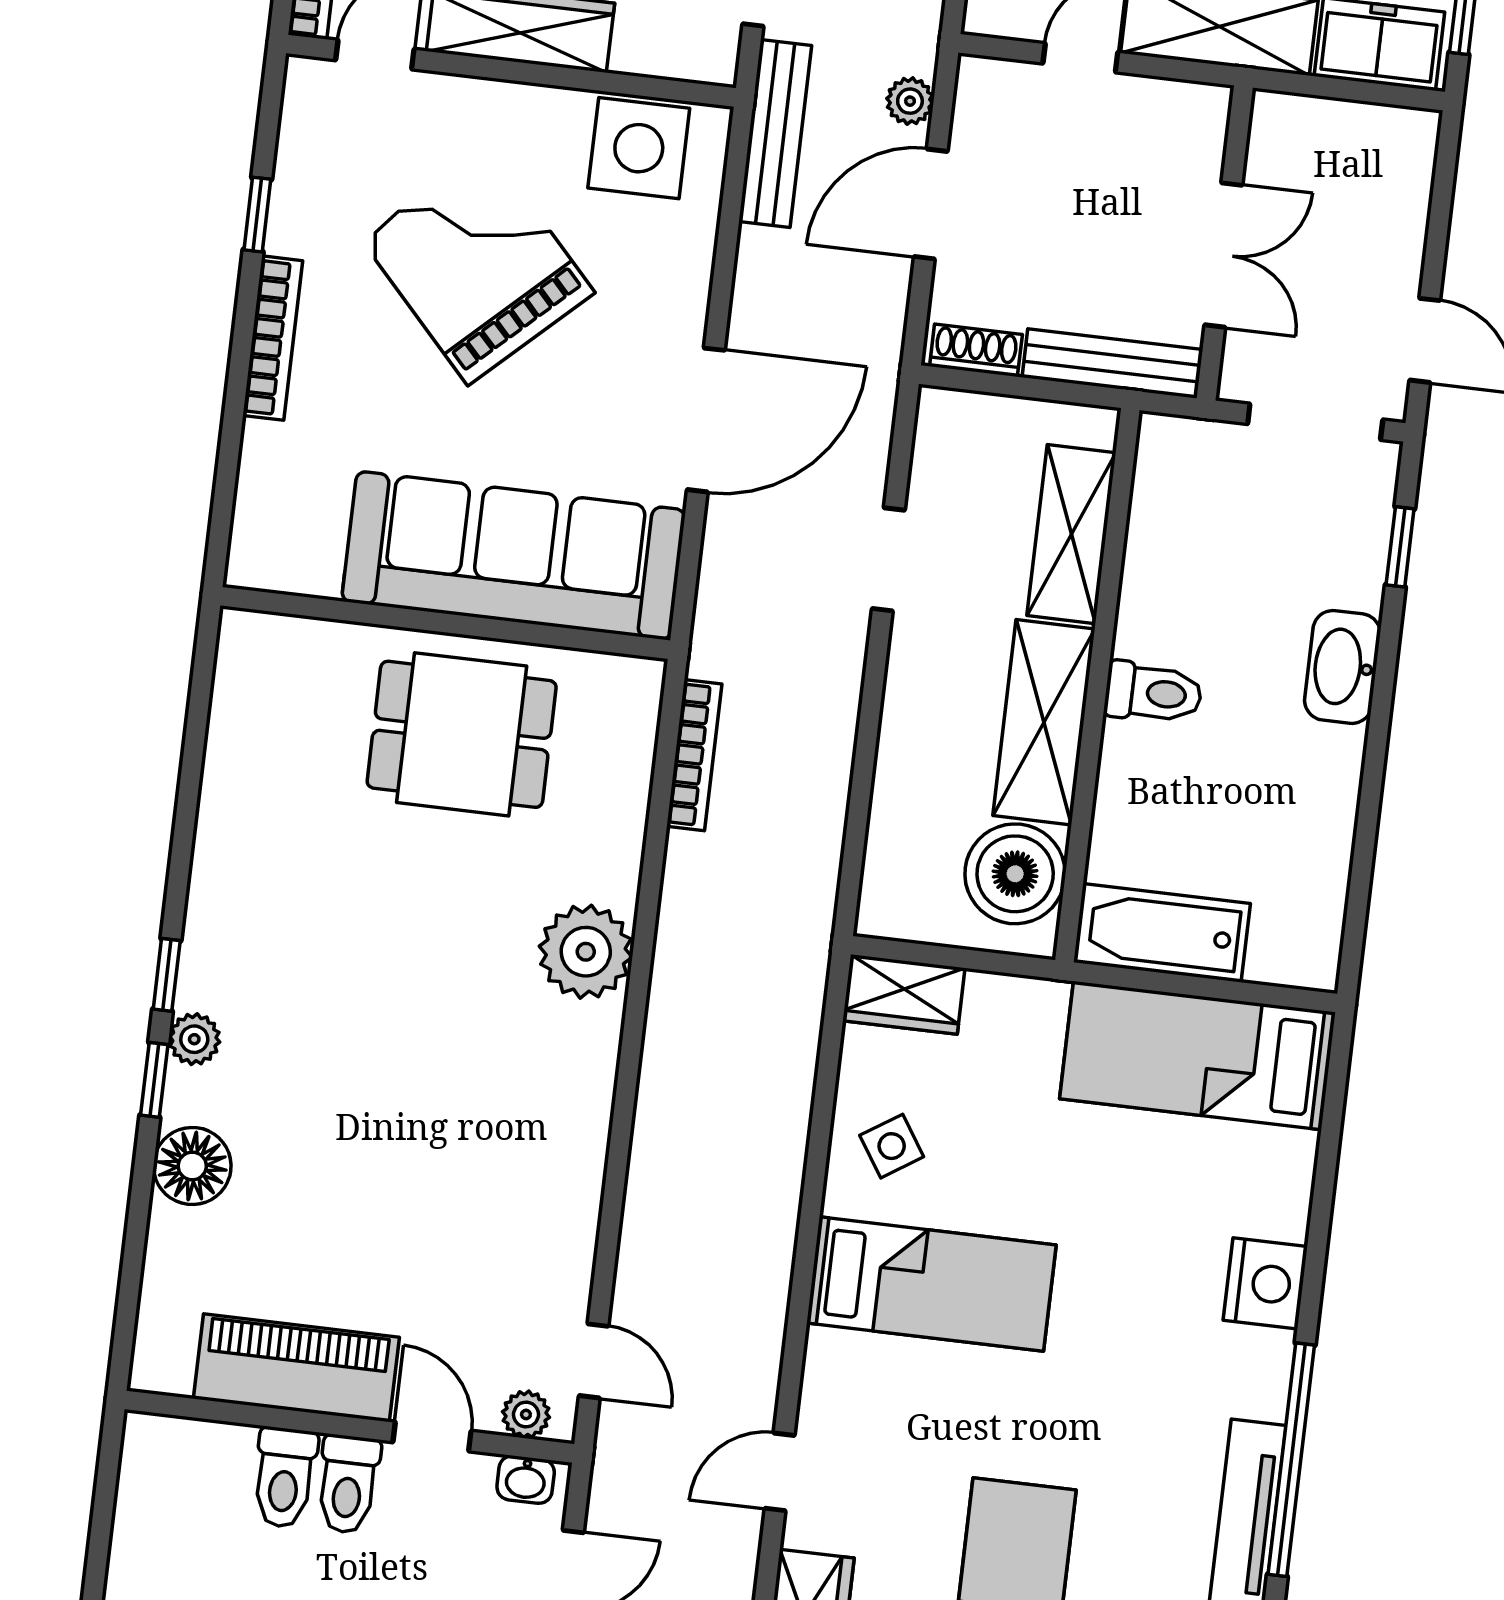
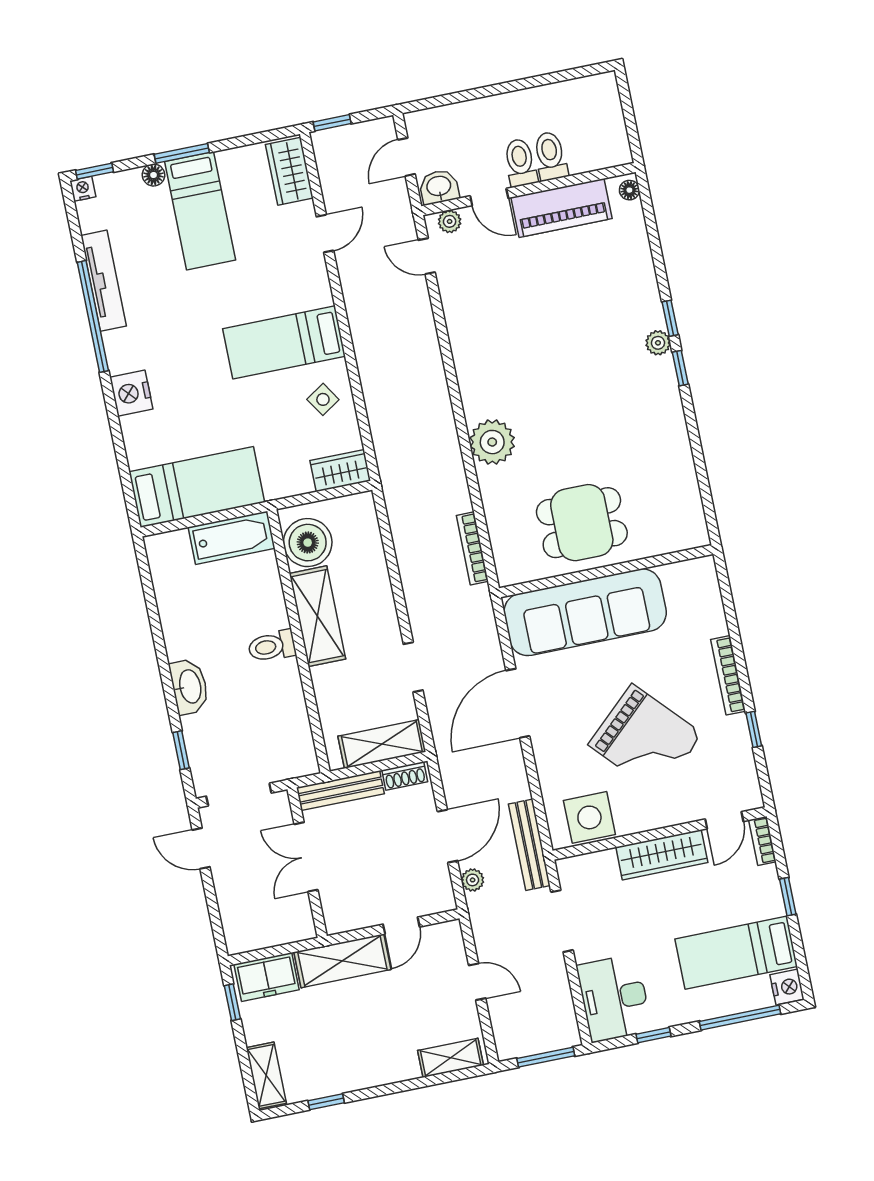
shelving: (1071, 534) -> (382, 744), moved, turned 90
floor lamp: (192, 1166) -> (629, 190), moved, width x0.53, depth x0.53
washbasin: (526, 1480) -> (439, 187), width x1.38, depth x1.45

